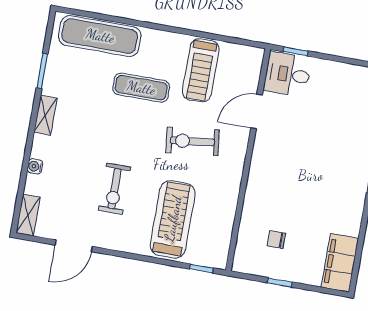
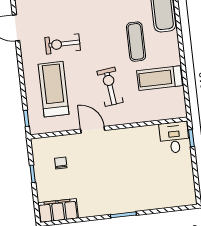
door: (257, 112) -> (93, 130), moved
treadmill: (173, 219) -> (54, 89), turned -90

